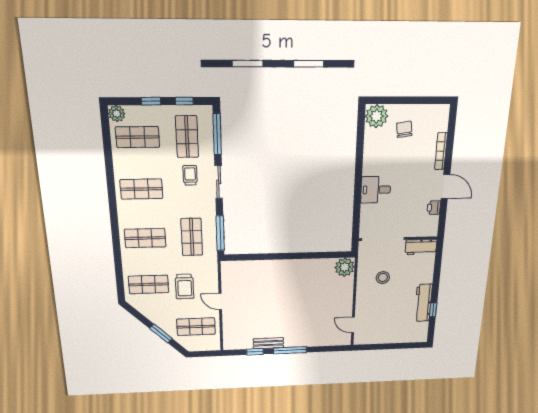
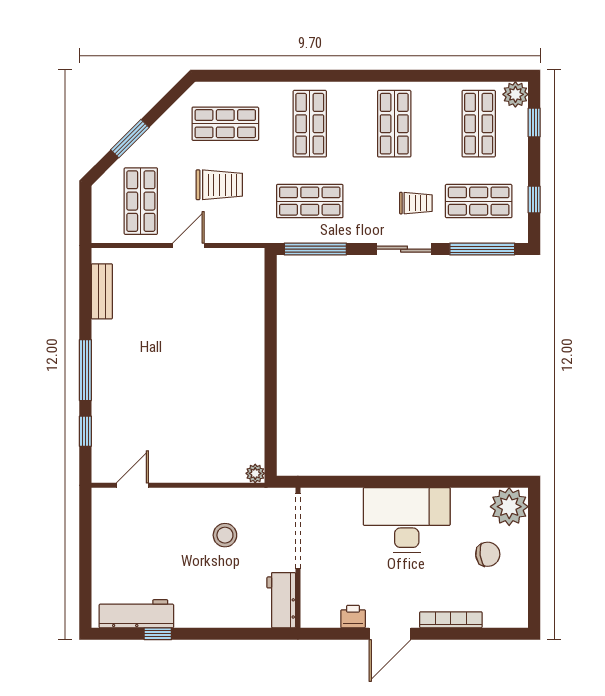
window: (151, 101) -> (534, 122), moved
desk: (376, 190) -> (407, 520), width x1.87, depth x1.30
plant: (345, 267) -> (255, 473), width x0.53, depth x0.53
shop shelf: (149, 284) -> (225, 124), turned 90
trolley: (185, 287) -> (219, 185), turned 180
workbench: (423, 303) -> (136, 614), moved
bench: (268, 343) -> (102, 291), moved
window: (255, 352) -> (85, 431), moved

